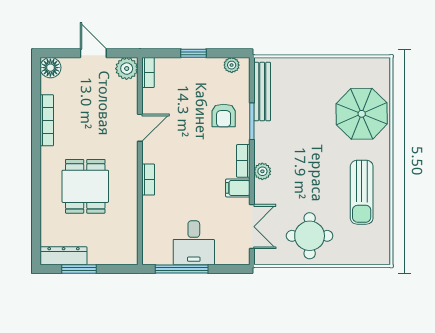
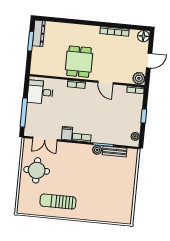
bench: (262, 91) -> (115, 151), width x0.73
parasol: (362, 114) -> (101, 206), removed
armchair: (224, 116) -> (108, 129), removed
plant: (262, 171) -> (97, 150), moved
dining table: (85, 186) -> (79, 62), moved, turned 90
desk: (194, 243) -> (40, 92), moved
window: (182, 269) -> (24, 112), moved

